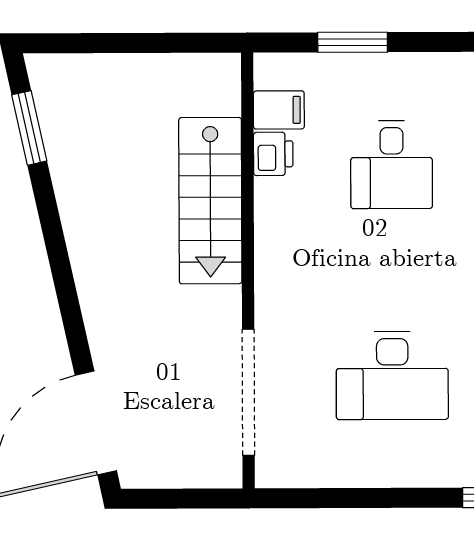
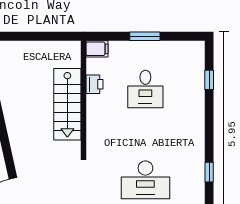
window: (353, 42) -> (145, 36), moved
filing cabinet: (279, 110) -> (97, 49), moved

